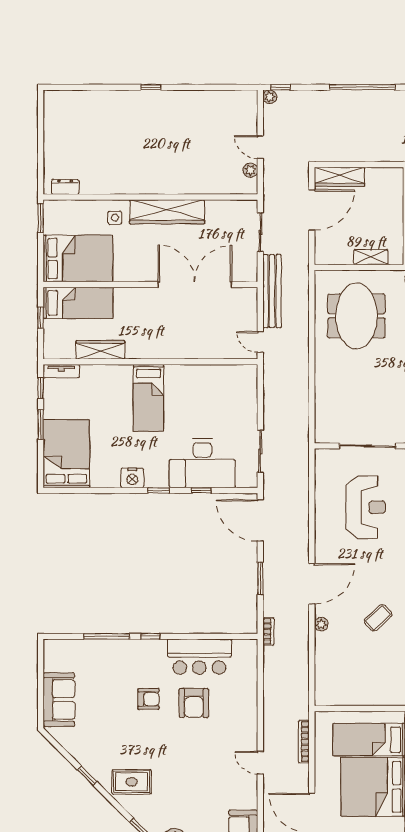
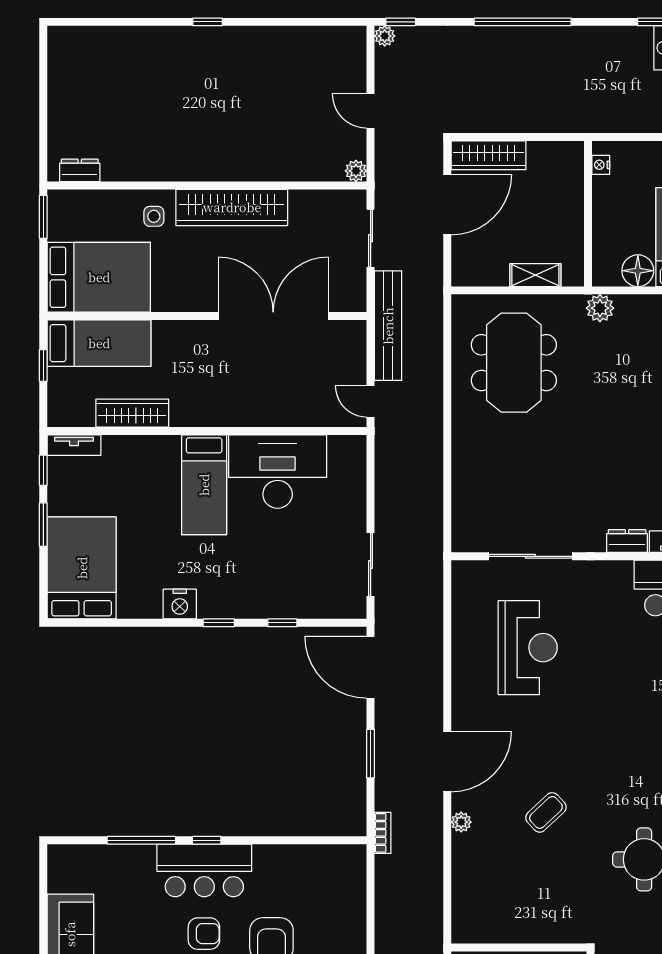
plant: (250, 170) -> (356, 171), moved
desk: (202, 463) -> (278, 472), moved, turned 180
bar counter: (199, 657) -> (204, 870), moved

